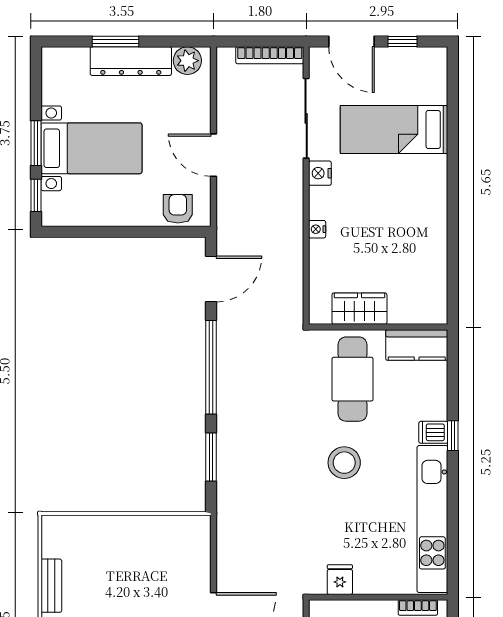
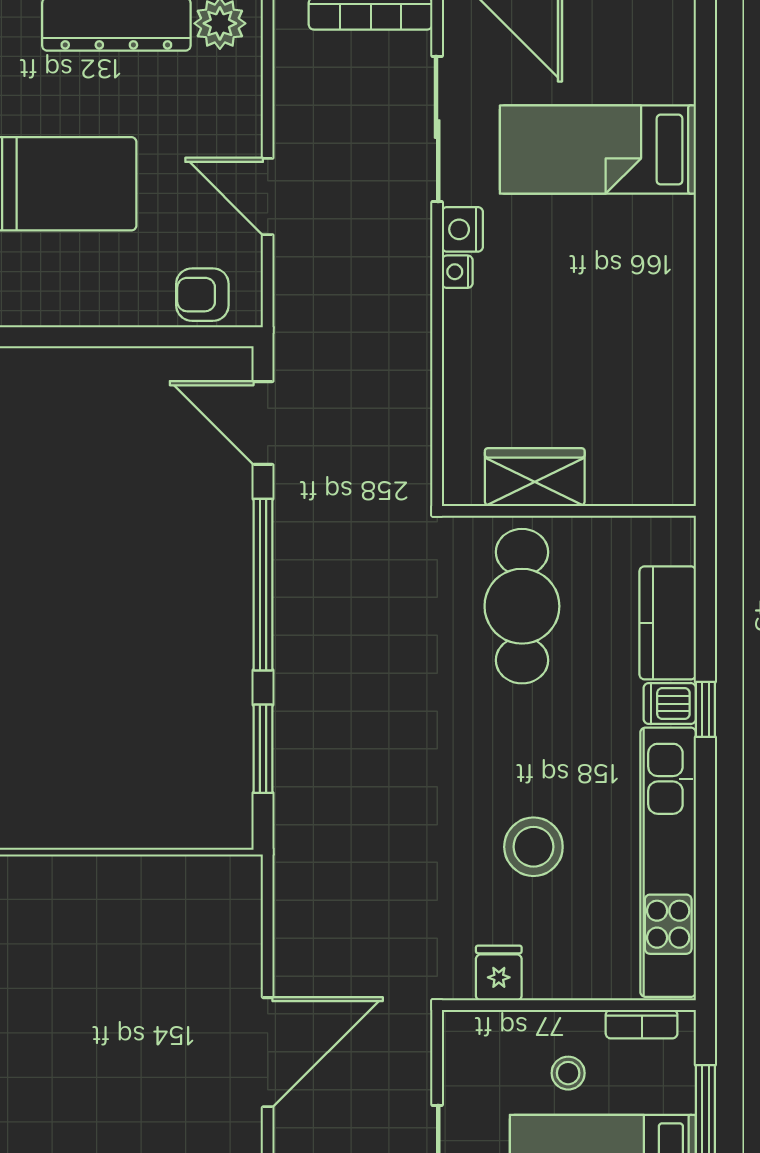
armchair: (178, 209) -> (202, 295), turned -90
nightstand: (317, 229) -> (457, 272), moved
door: (211, 279) -> (263, 423), swing flipped
kitchen counter: (417, 345) -> (668, 623), moved, turned 90
stool: (344, 463) -> (533, 847), moved

